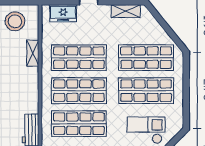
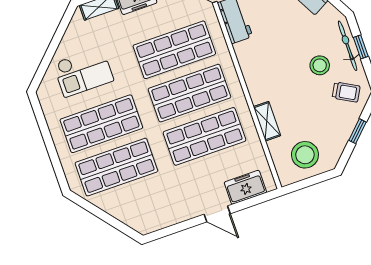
shelving: (126, 11) -> (164, 219), removed

